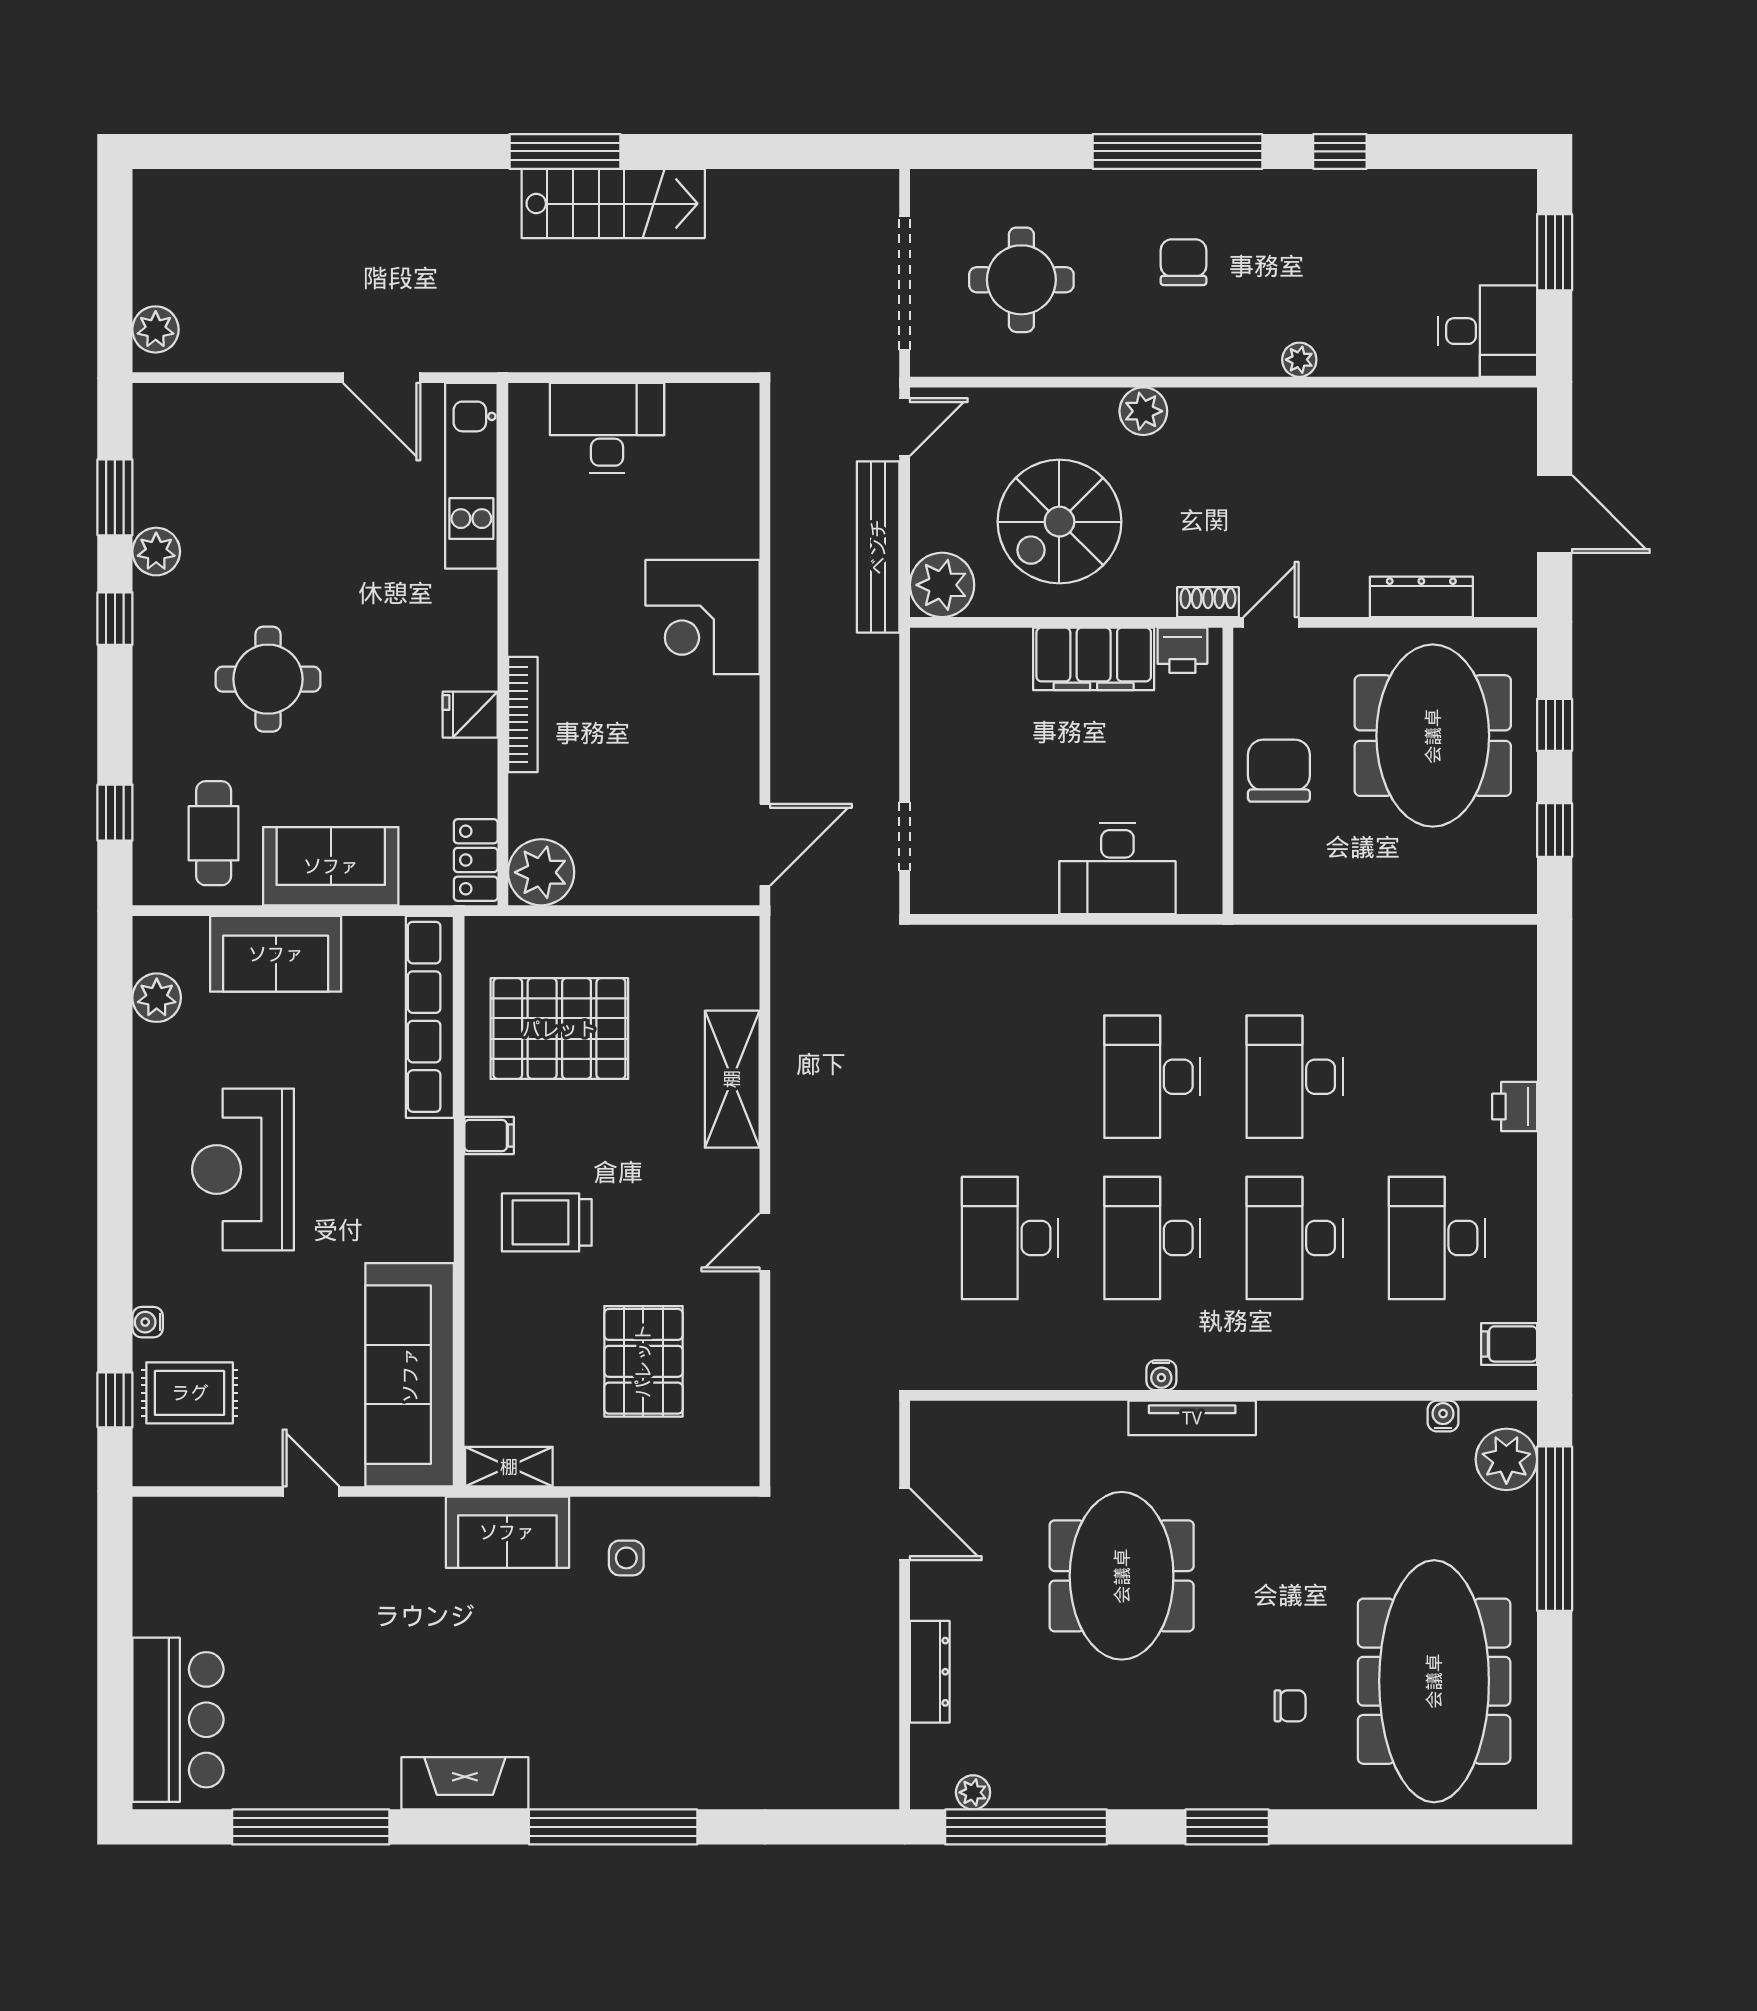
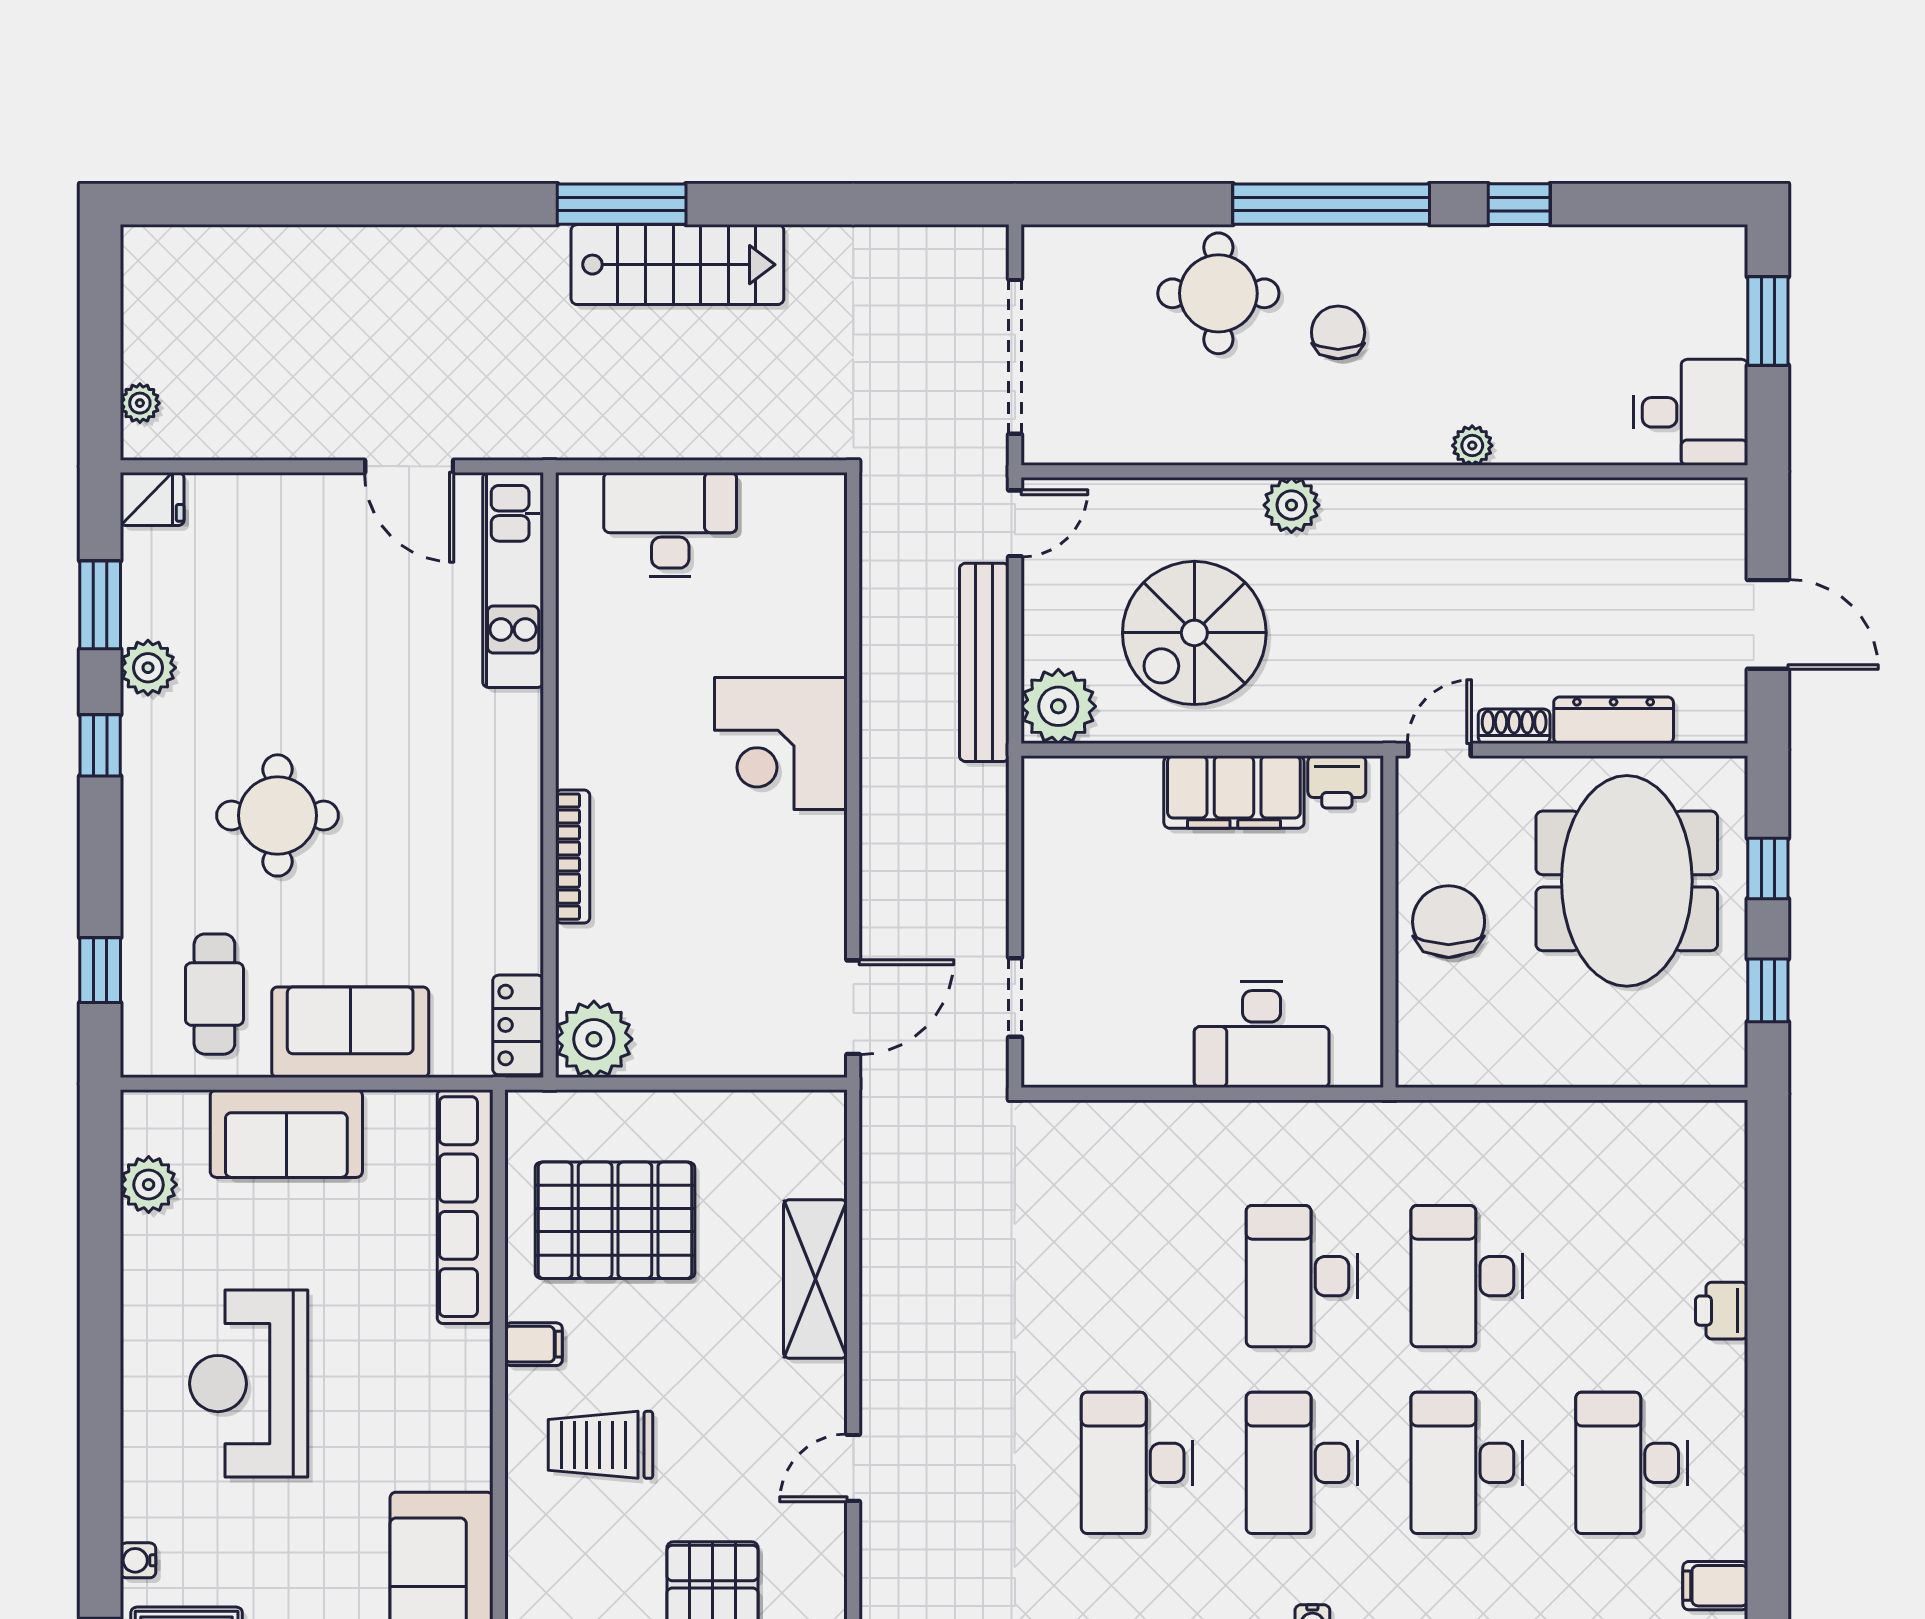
round table: (1021, 280) -> (1218, 293), moved
plant: (156, 329) -> (140, 403), width x0.73, depth x0.73
shoe rack: (1208, 602) -> (1514, 726), moved
fridge: (470, 715) -> (152, 499), moved, turned 180

